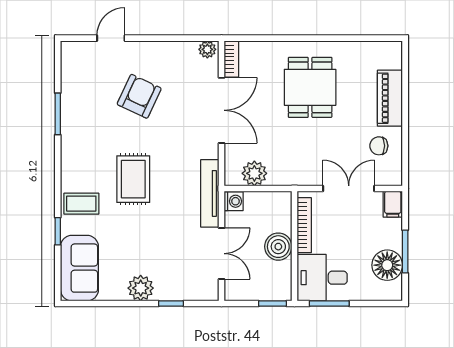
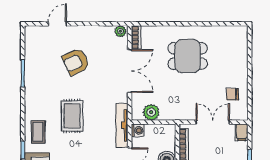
dining table: (310, 87) -> (188, 56), turned 90
armchair: (139, 96) -> (76, 62), turned -140
piano: (390, 98) -> (240, 63), removed
coffee table: (81, 204) -> (38, 132), turned 90

